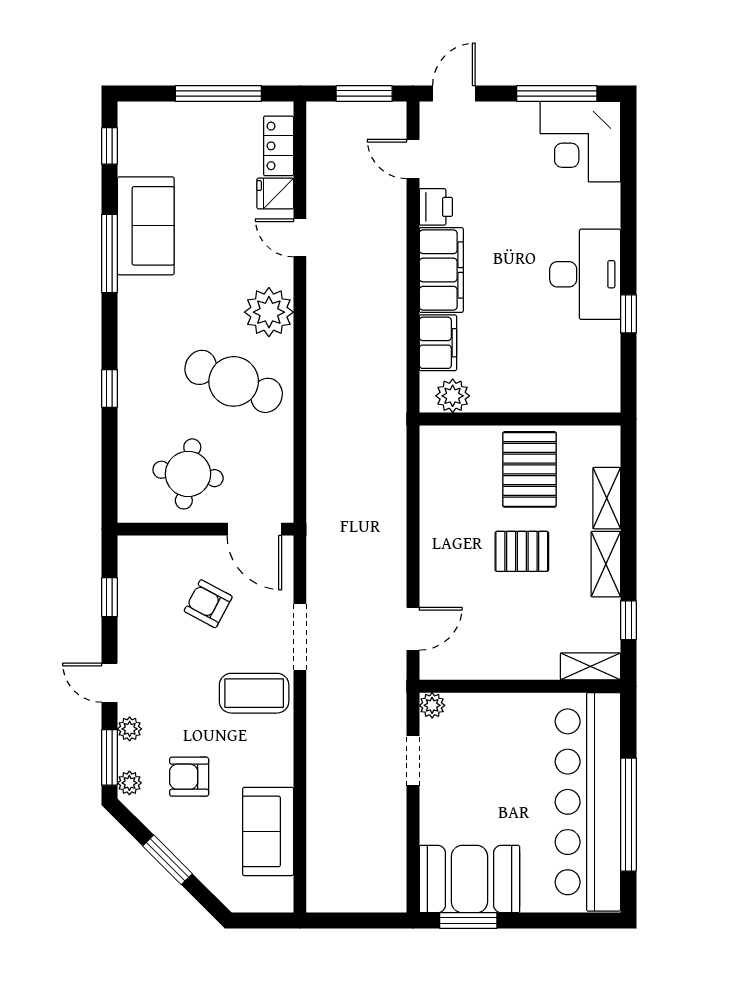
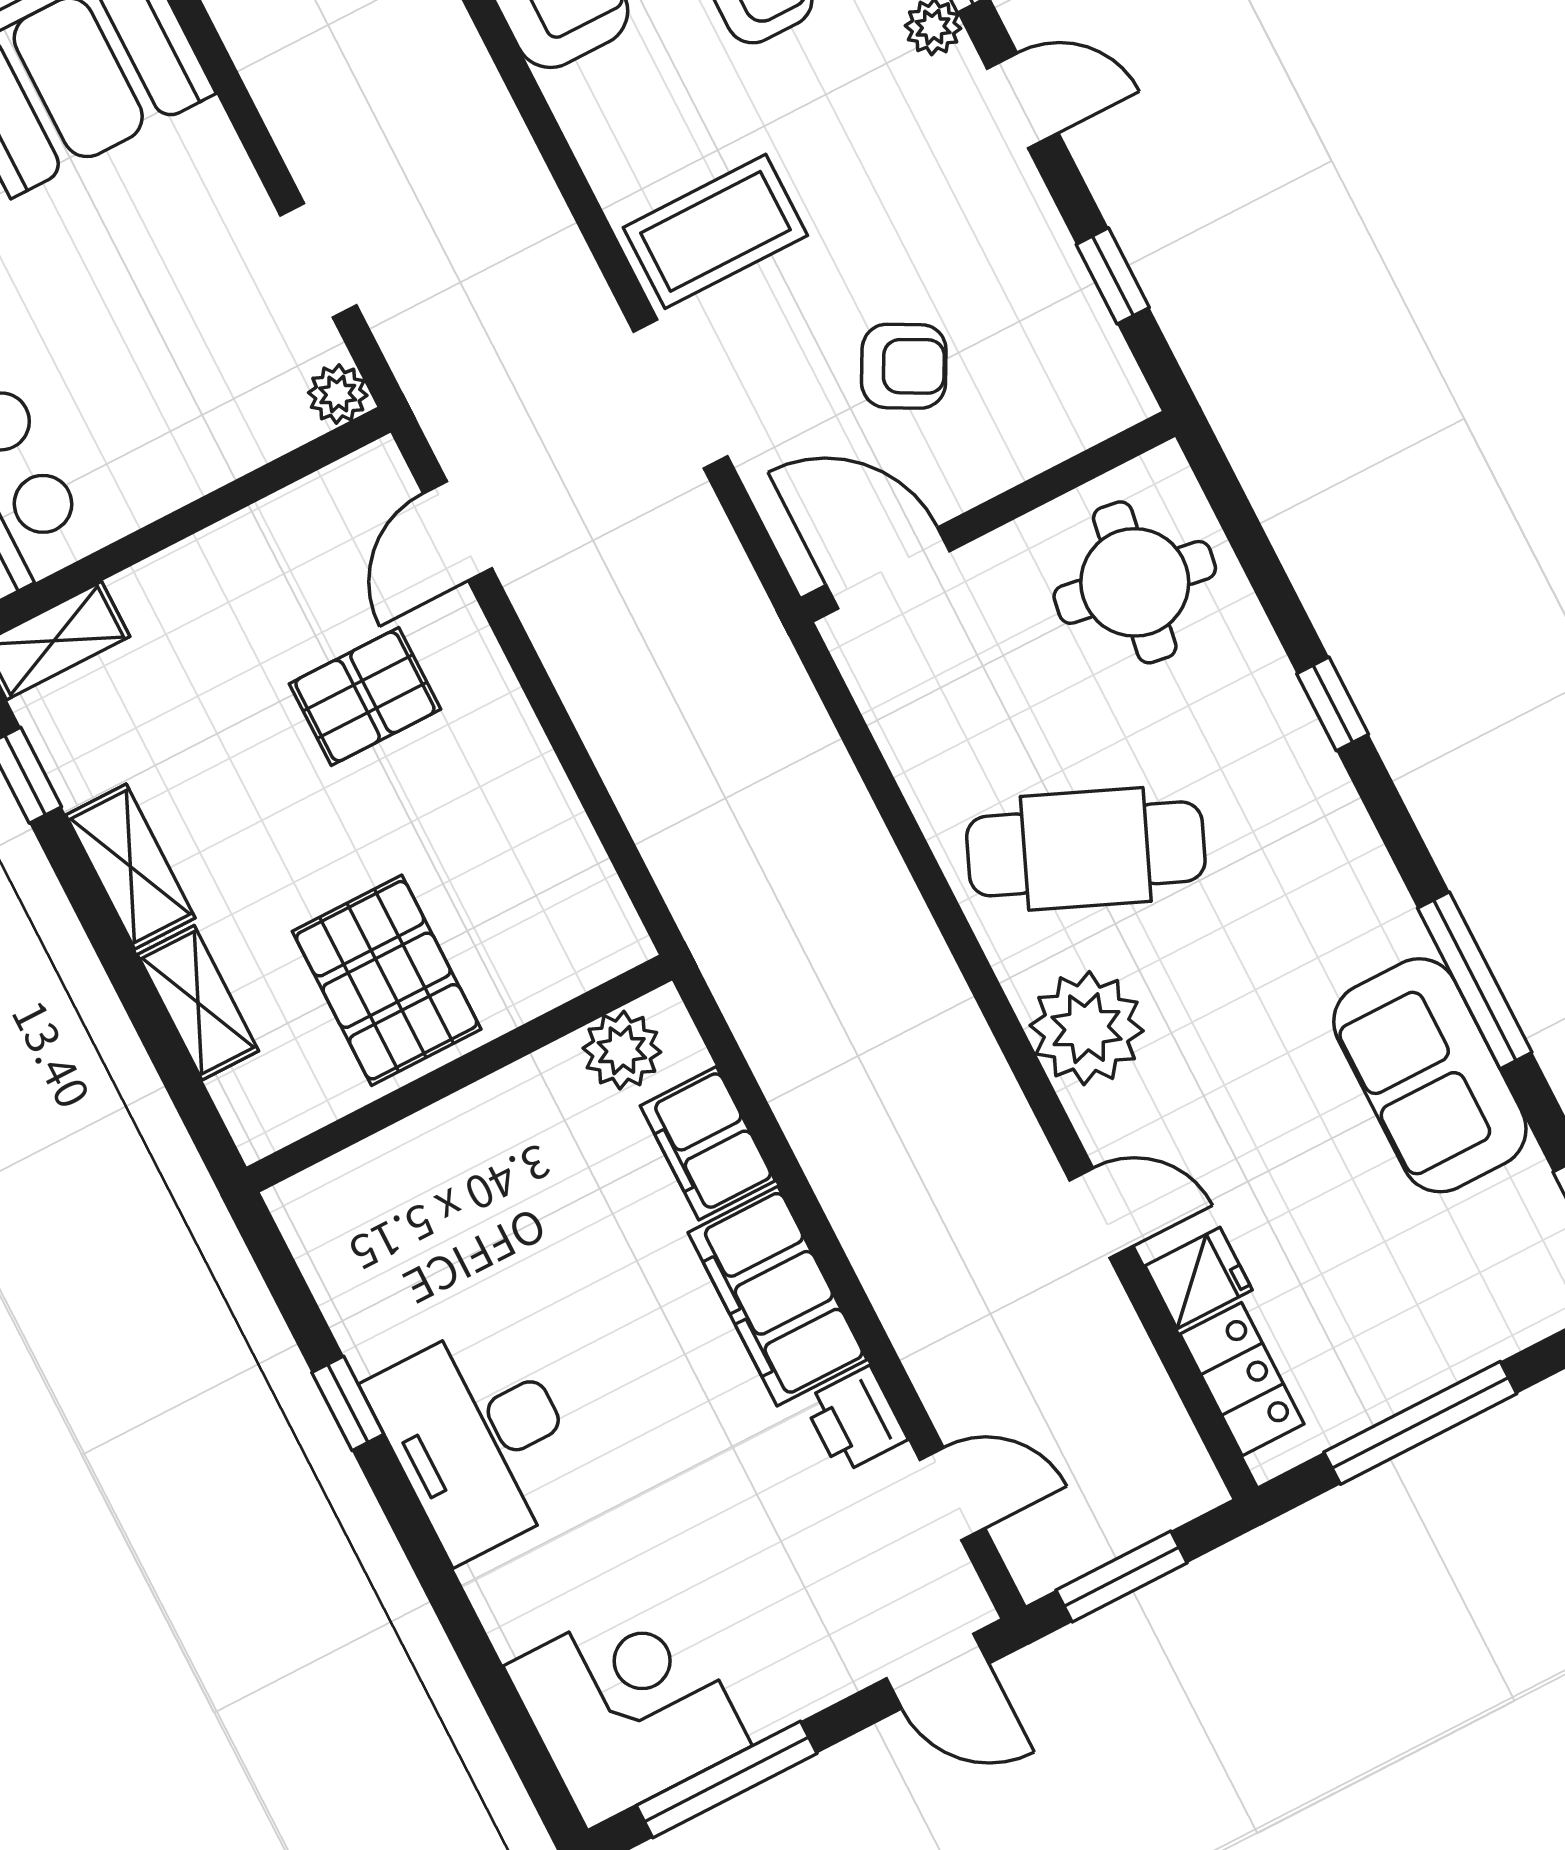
door: (454, 94) -> (938, 1671), hinge flipped
round table: (188, 474) -> (1135, 582), moved
pallet: (522, 551) -> (365, 696), moved

